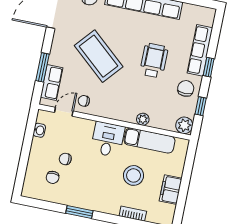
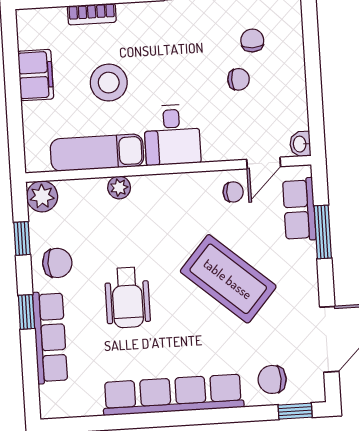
chair: (186, 88) -> (57, 263), turned -90
washbasin: (39, 130) -> (300, 144), moved

